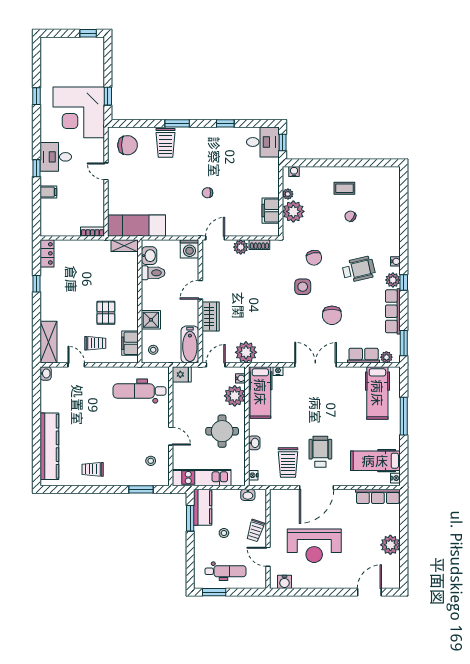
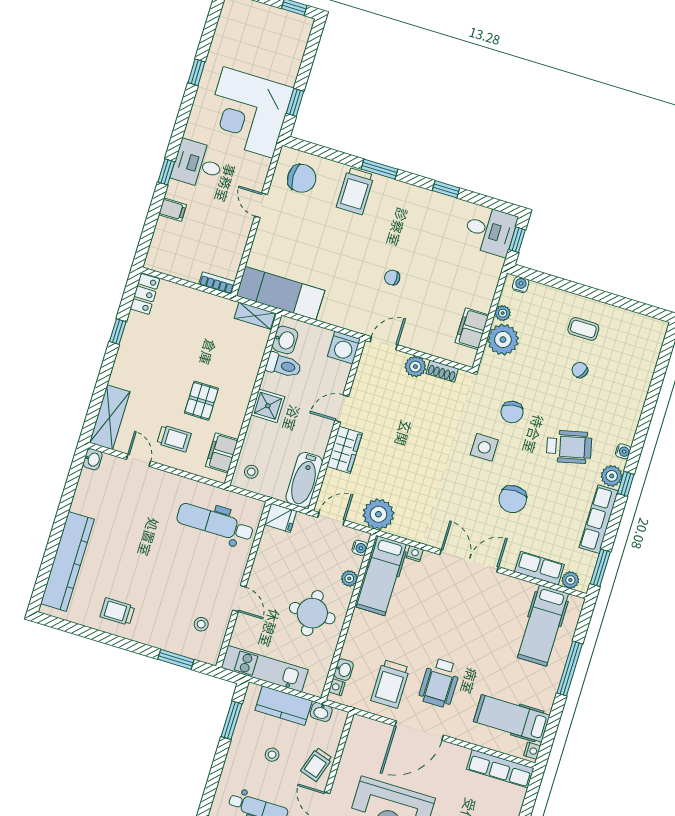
shower: (151, 320) -> (268, 406), moved
plant: (235, 396) -> (349, 578), width x0.53, depth x0.53
washbasin: (254, 443) -> (344, 670), moved
wheelchair: (320, 452) -> (439, 683), turned 180
kitchen counter: (203, 507) -> (284, 706), moved, turned 90

